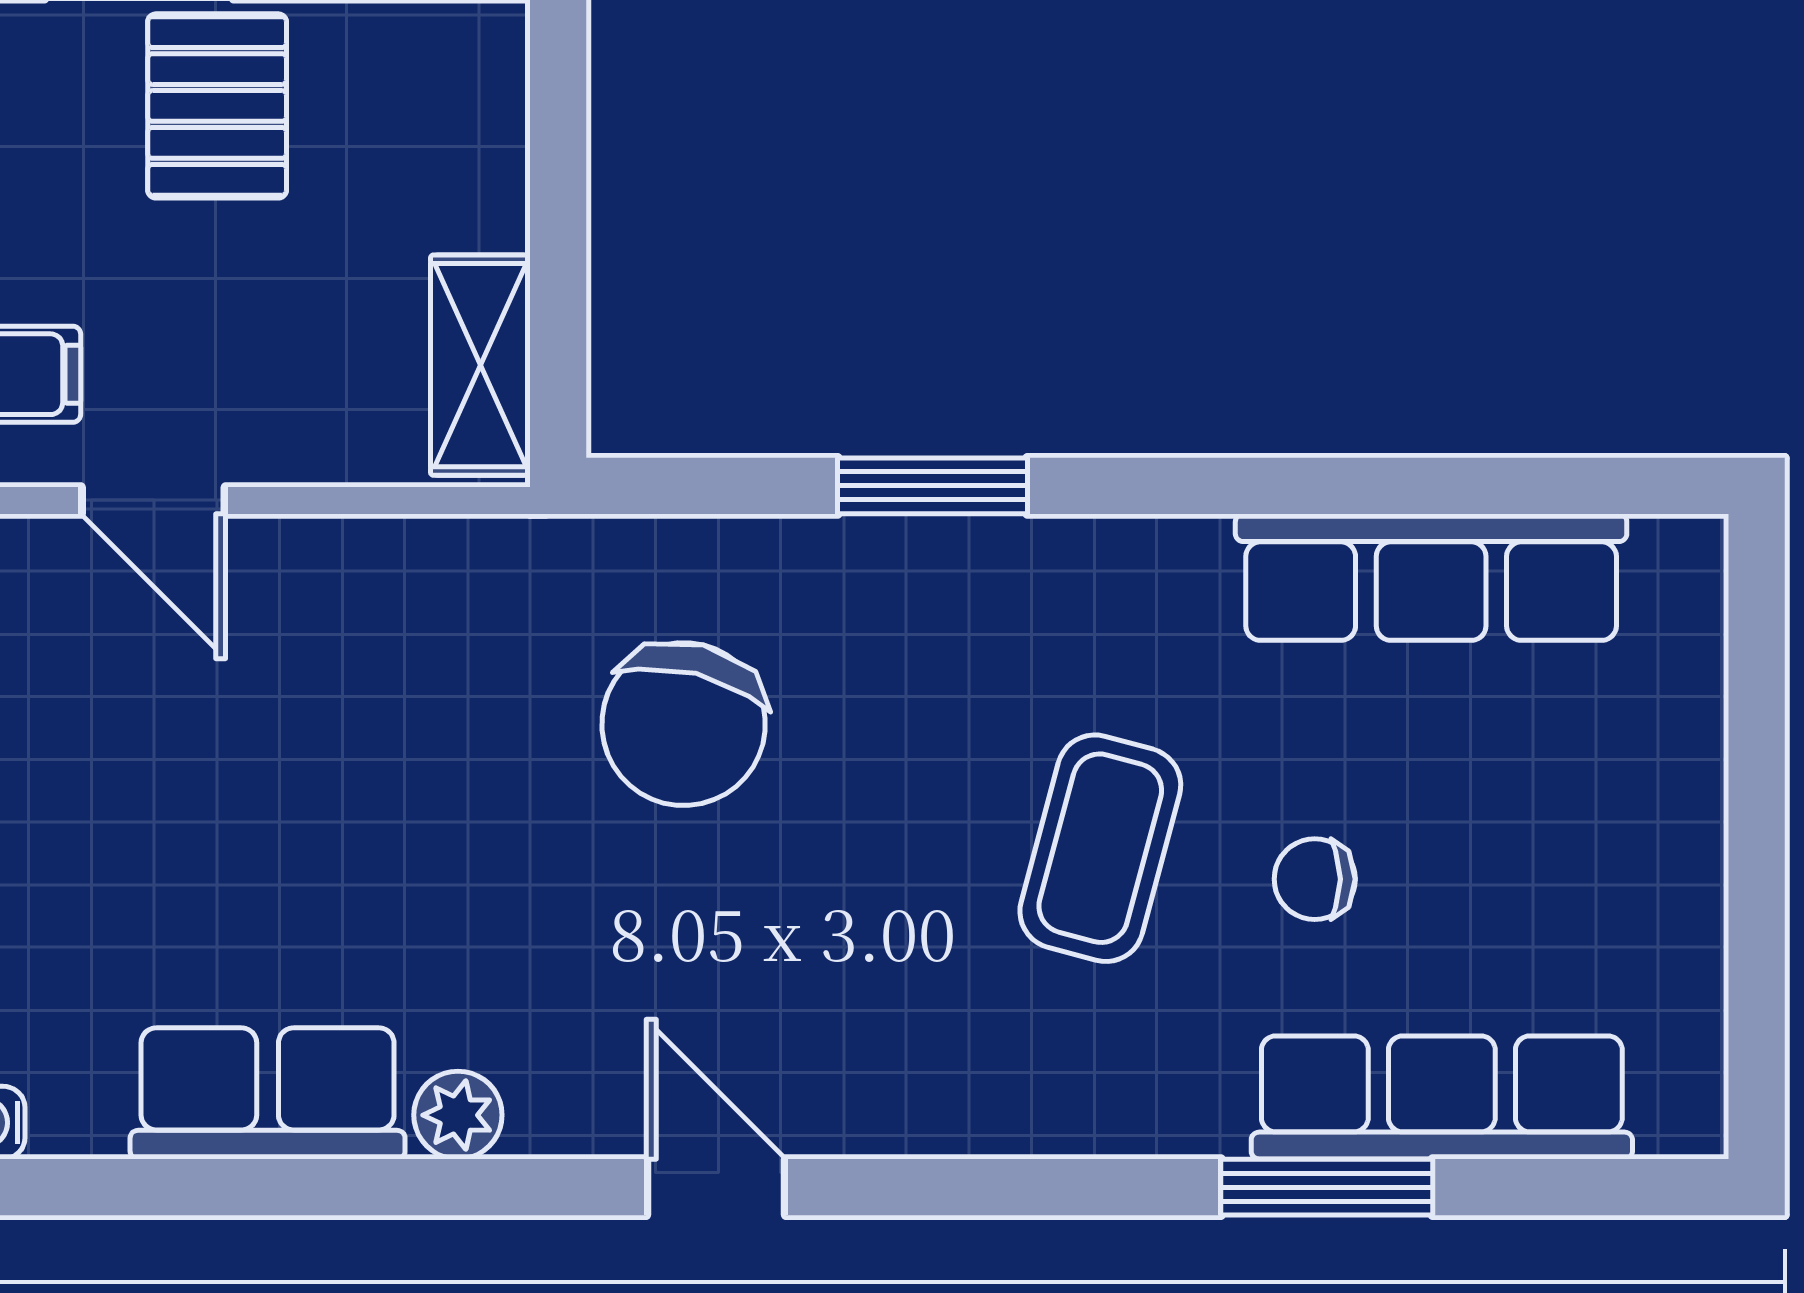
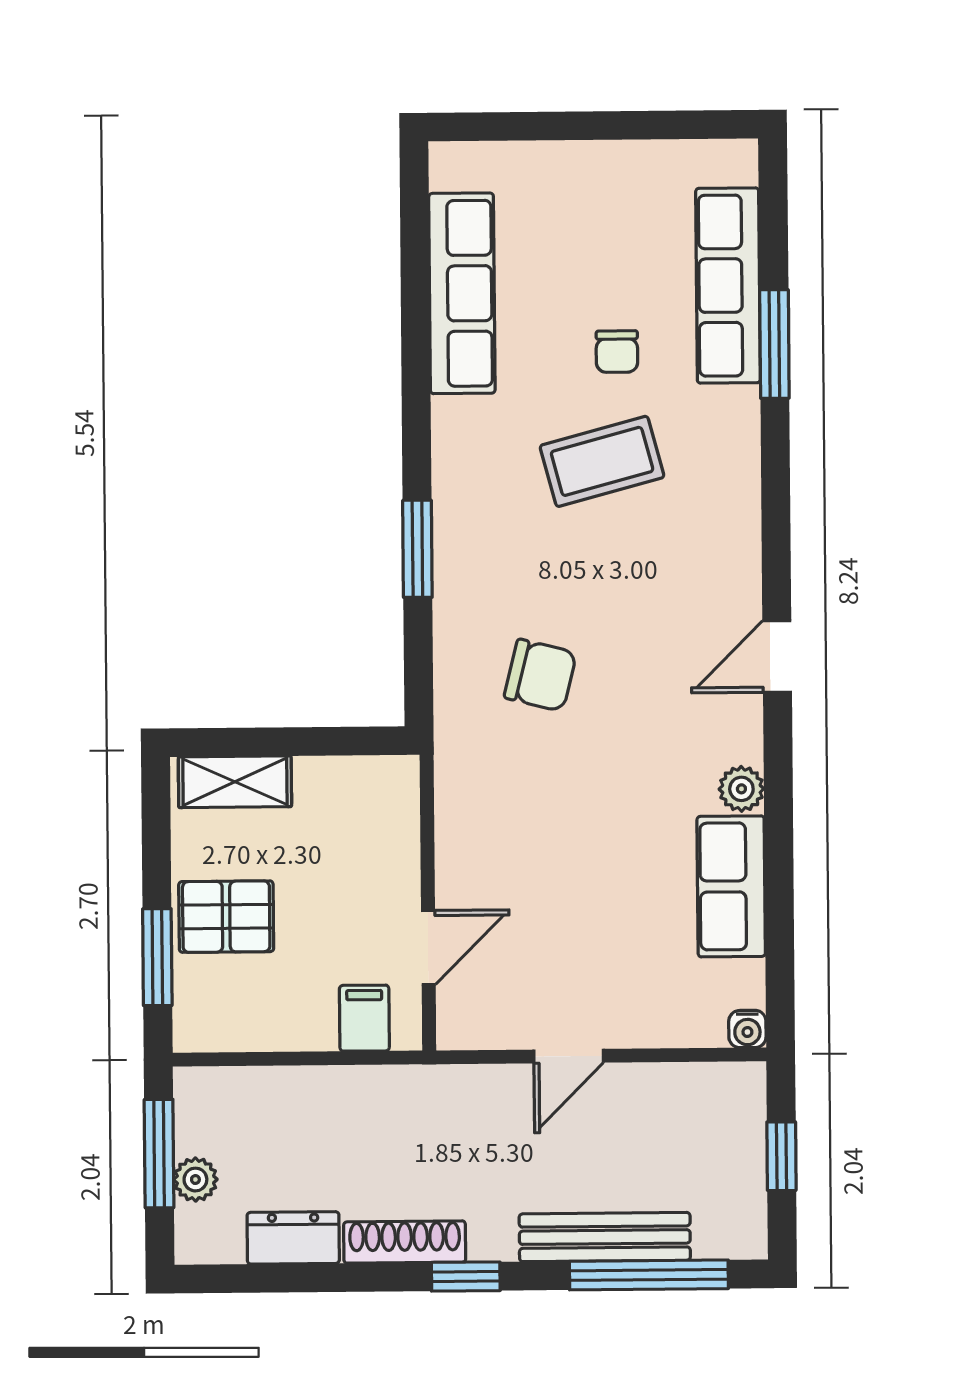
shelving: (480, 365) -> (235, 782), moved
chair: (684, 724) -> (540, 675), width x0.73, depth x0.73
coffee table: (1100, 848) -> (602, 461), turned -30

